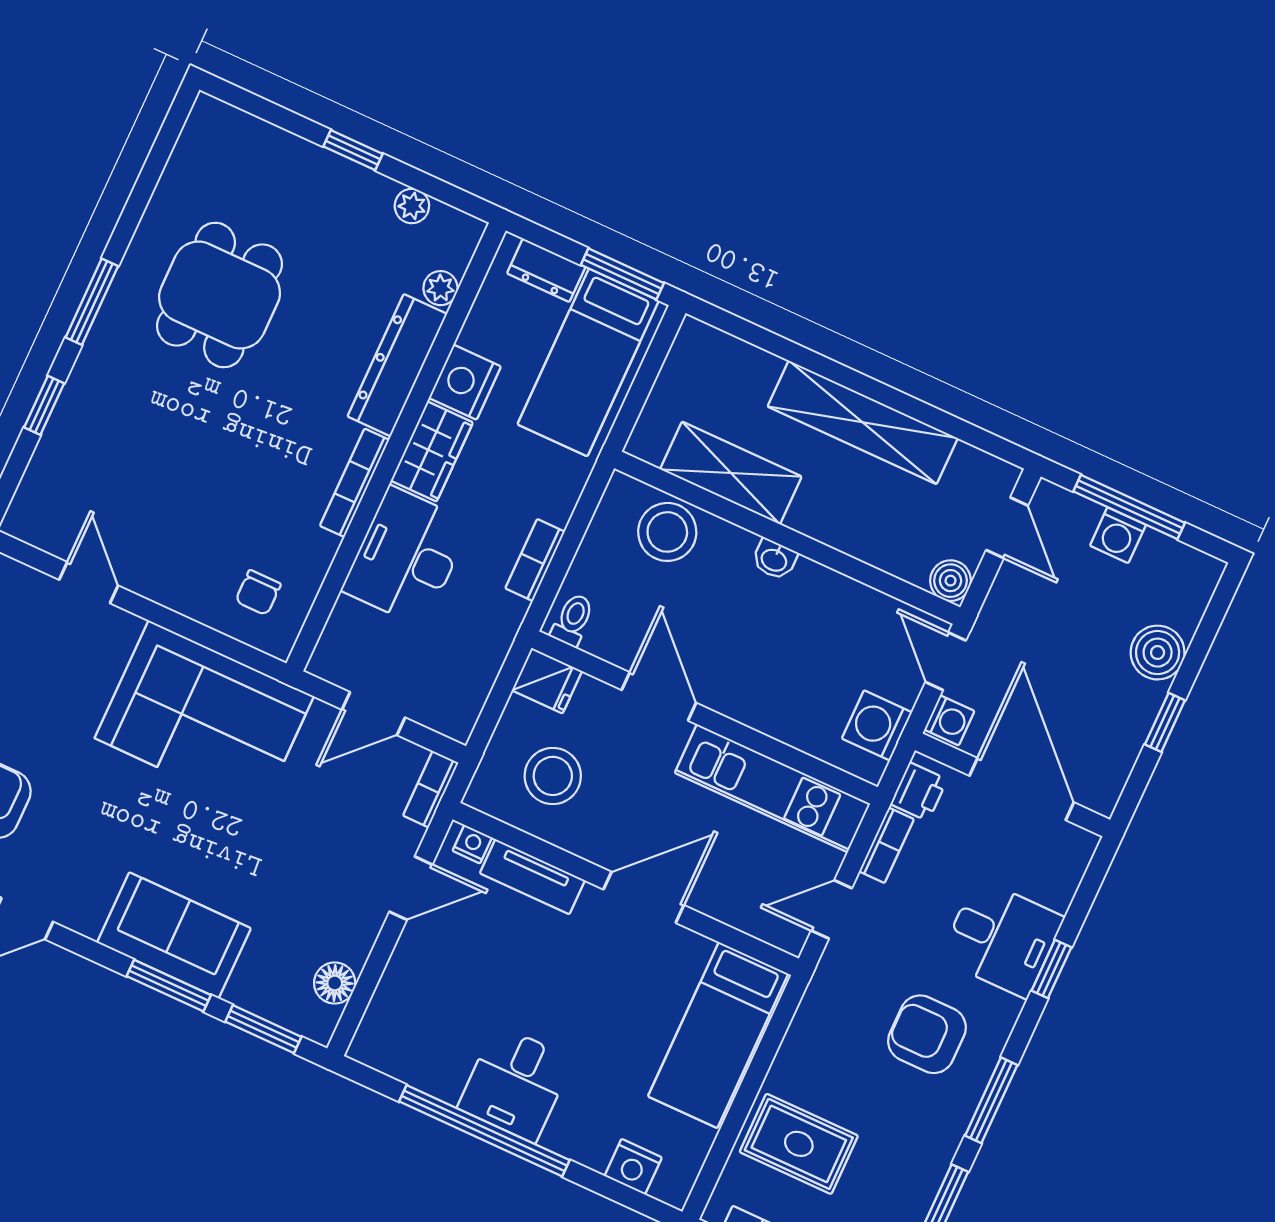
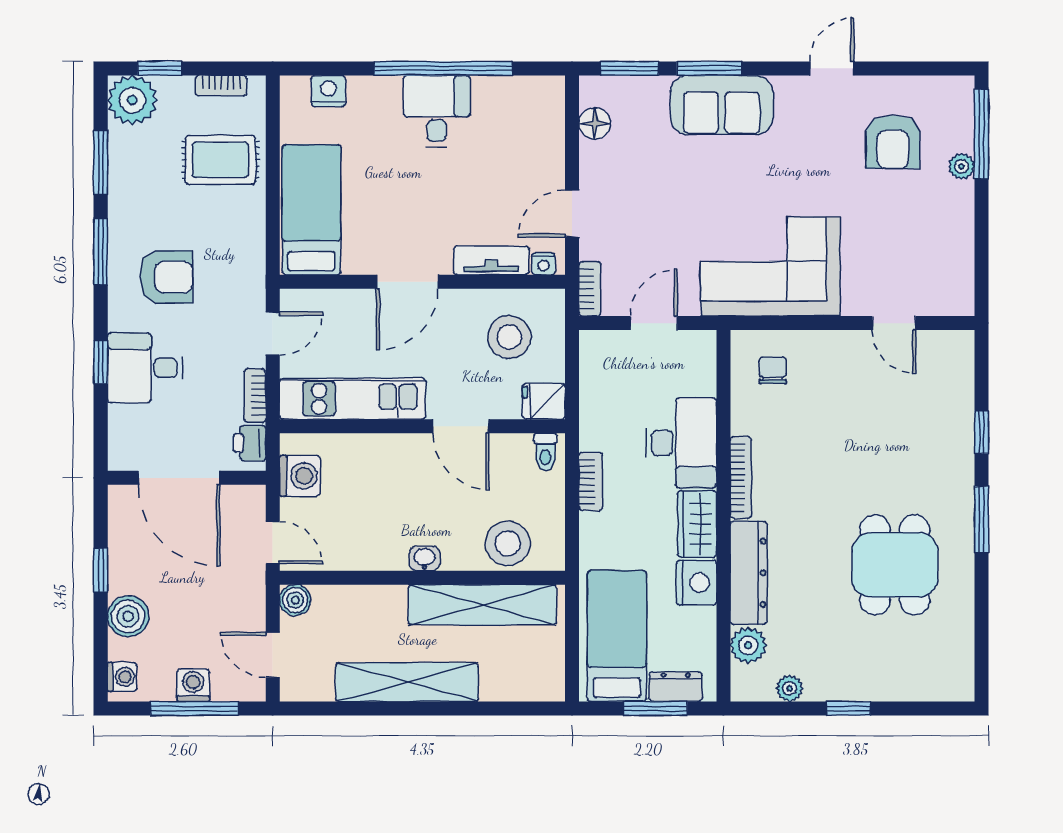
window: (622, 274) -> (655, 708), moved
plant: (440, 288) -> (748, 645), width x1.38, depth x1.38
shelving: (731, 473) -> (482, 605), width x1.47
washing machine: (949, 720) -> (122, 677), moved, turned 180

